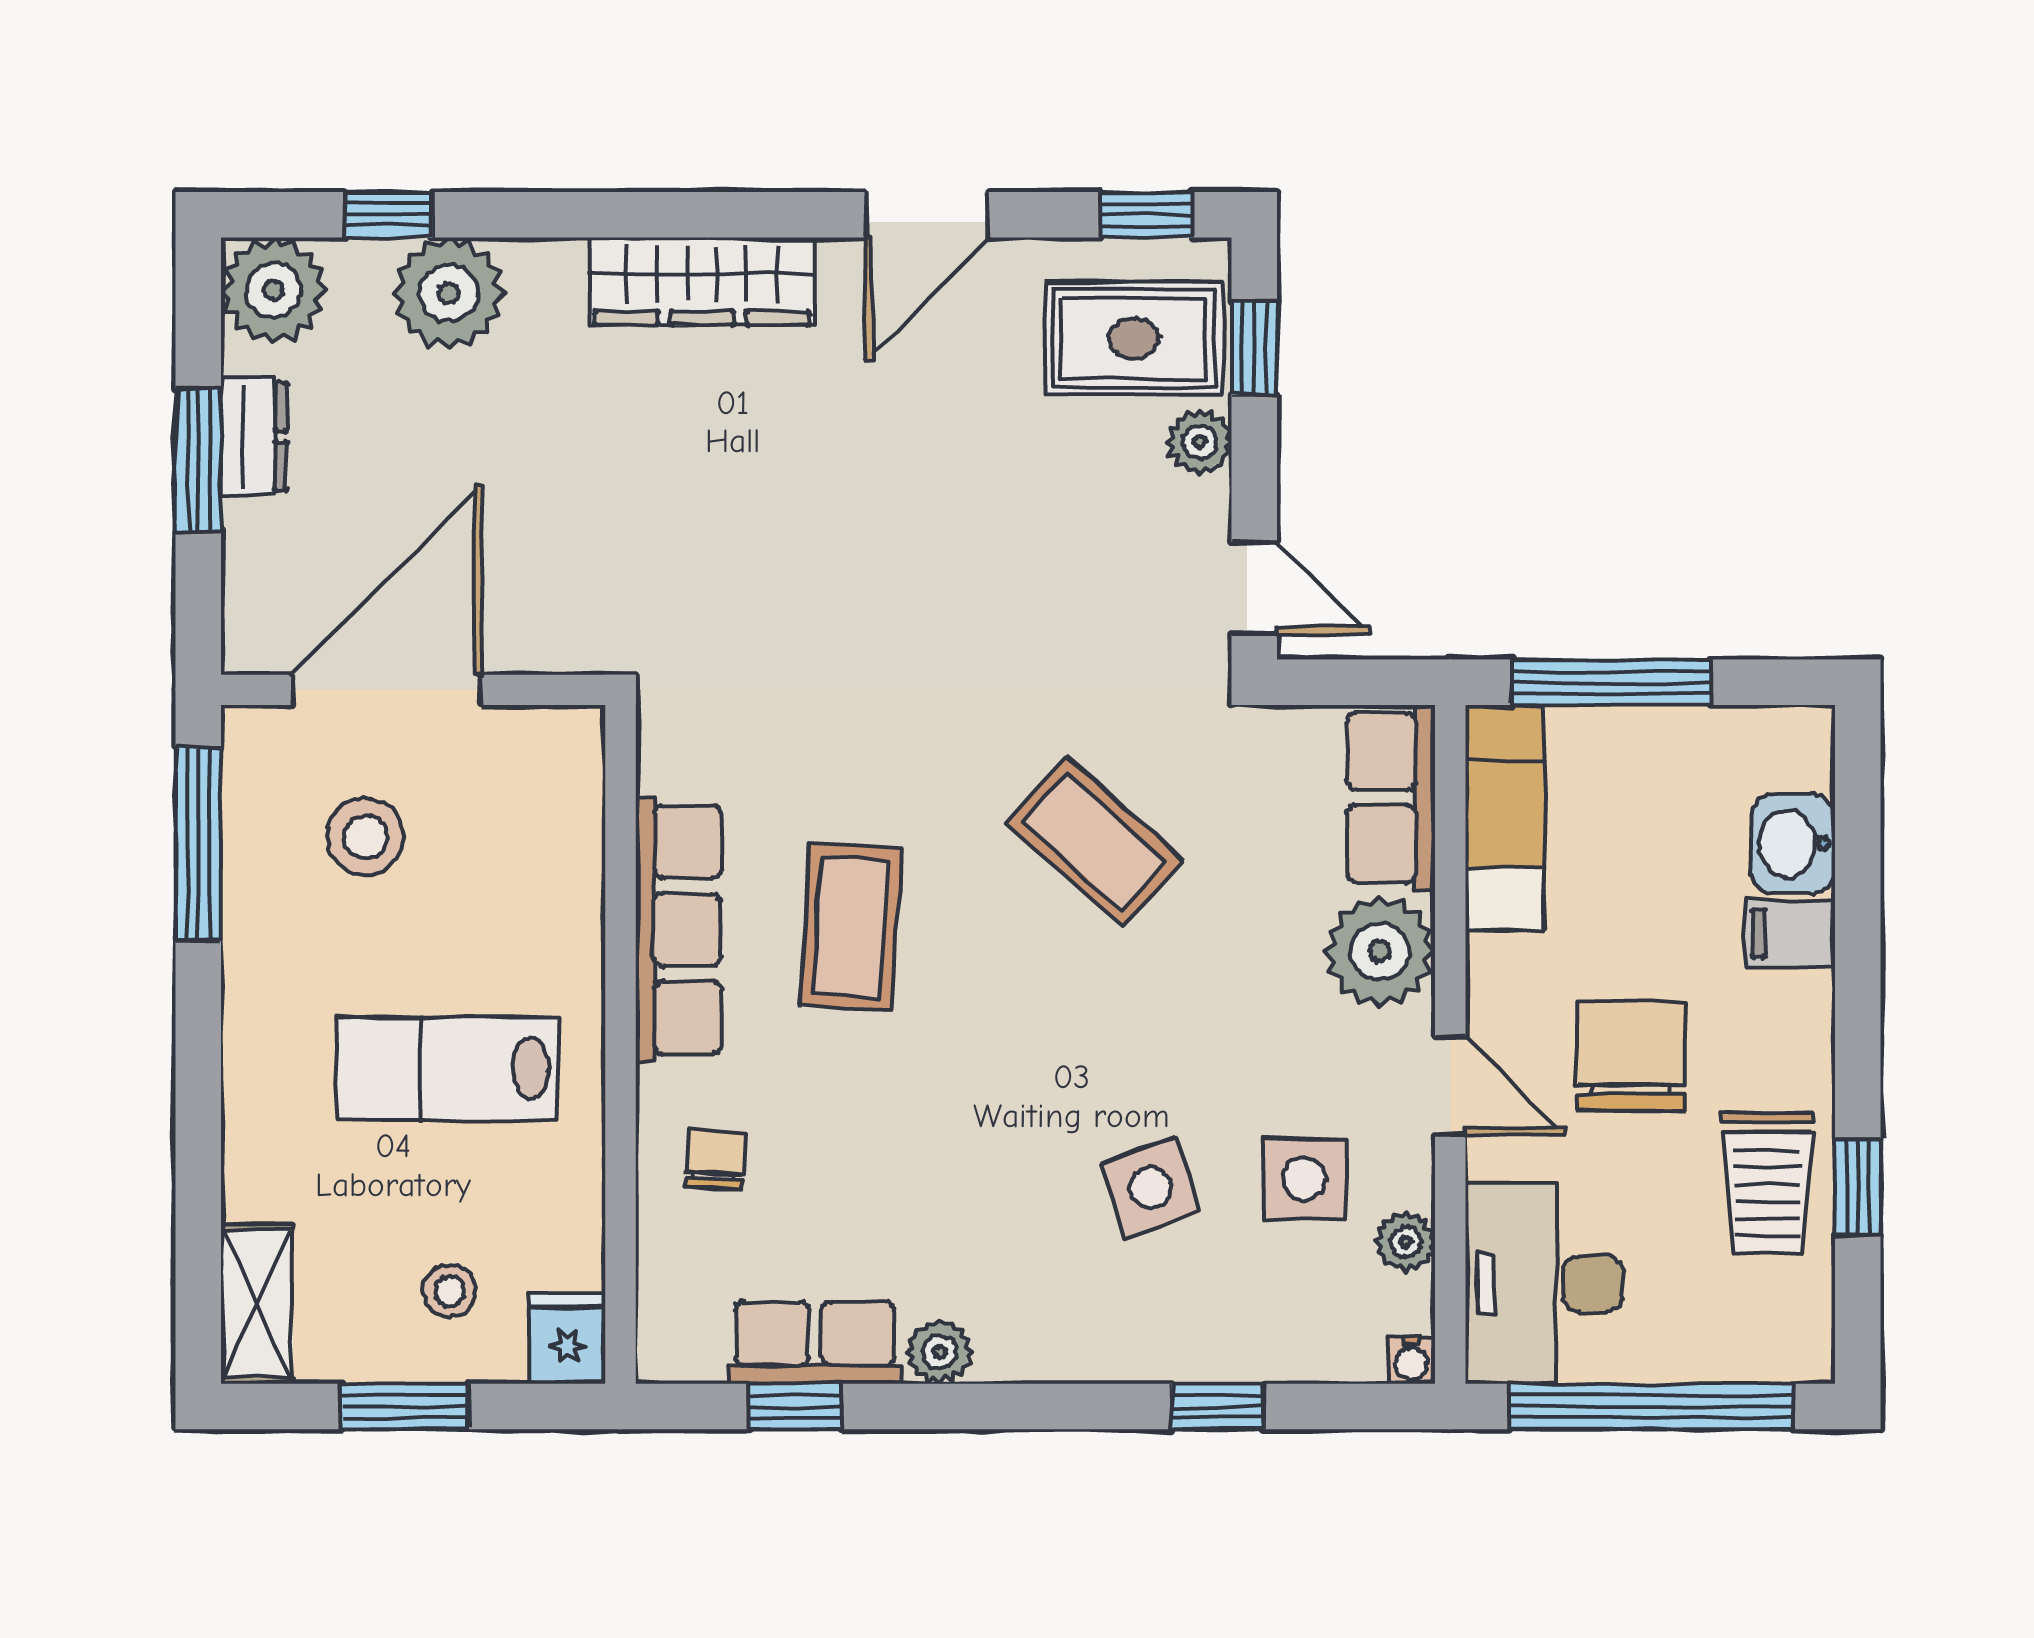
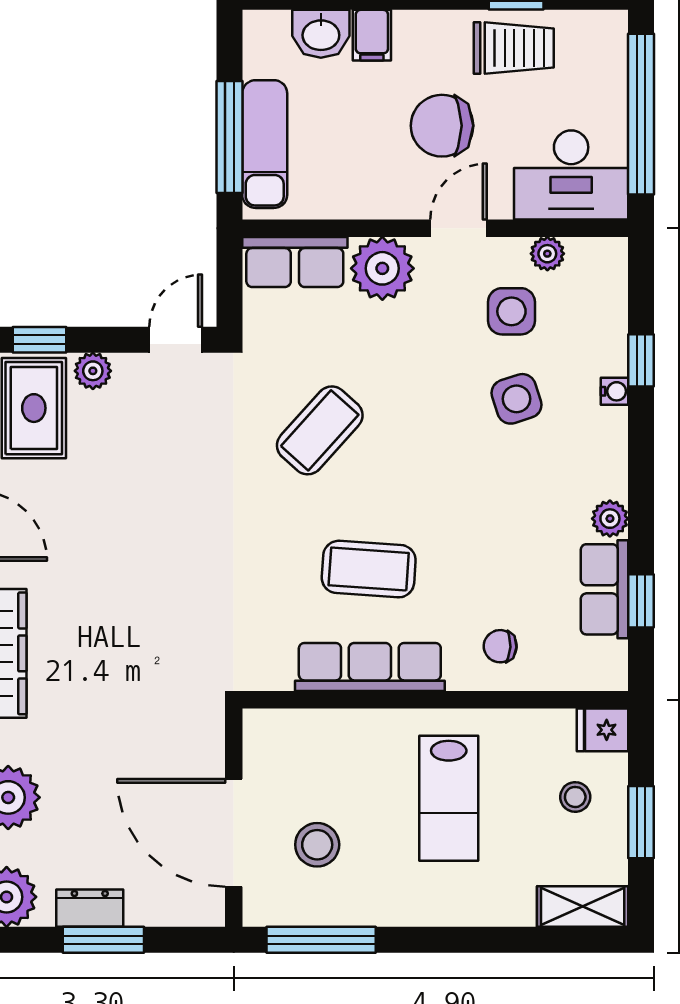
exam couch: (1505, 818) -> (265, 144), moved, turned 90
water cooler: (1411, 1360) -> (614, 391), moved

